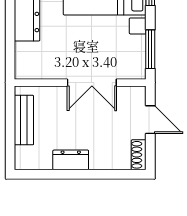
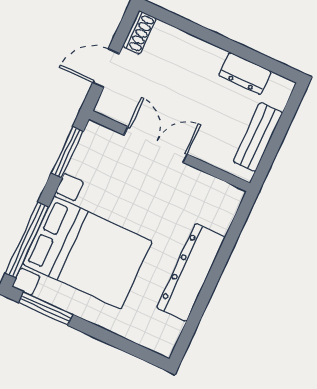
door: (150, 120) -> (106, 68), hinge flipped
dresser: (71, 160) -> (245, 73), moved

